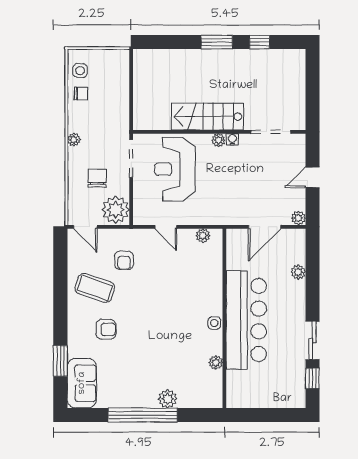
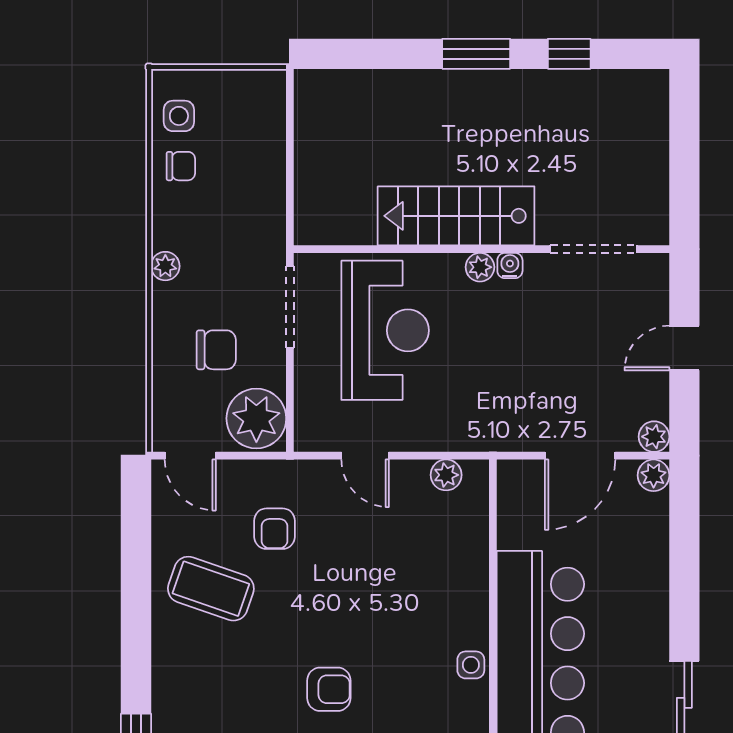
reception desk: (175, 169) -> (385, 330), turned 180
chair: (97, 178) -> (216, 350), turned 90
plant: (298, 272) -> (654, 475), moved
armchair: (106, 329) -> (329, 689), moved

